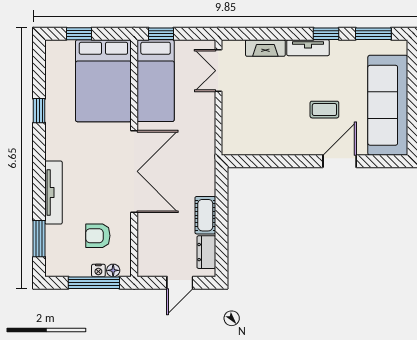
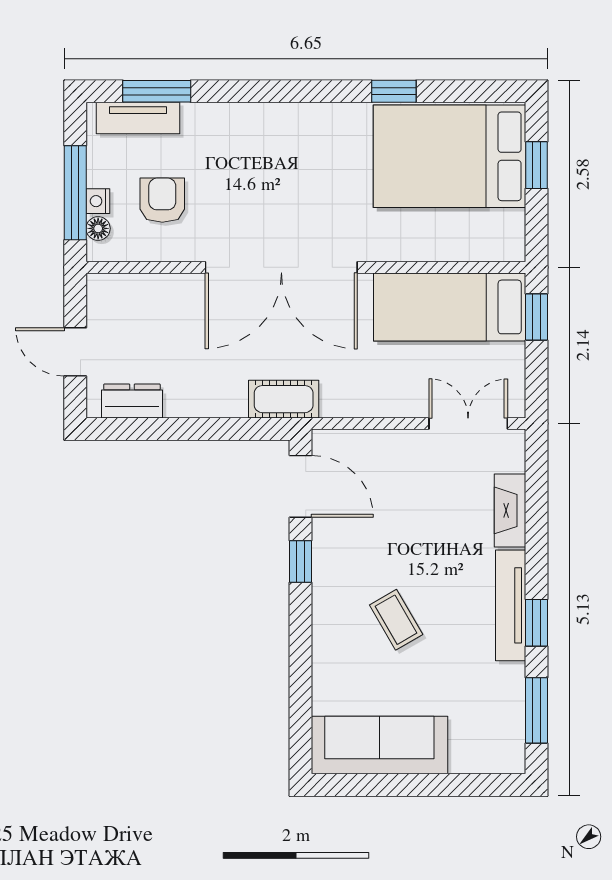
tv unit: (308, 48) -> (511, 605), width x1.41
bed: (103, 81) -> (449, 156), moved
sofa: (388, 105) -> (379, 745), width x0.74, depth x0.79
coffee table: (324, 110) -> (396, 620), turned -30
window: (293, 161) -> (300, 562), added
door: (340, 161) -> (300, 486), moved
tv unit: (54, 193) -> (138, 118), moved, width x0.71
cot: (205, 215) -> (284, 399), moved

